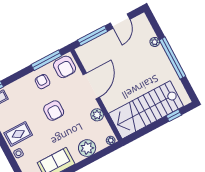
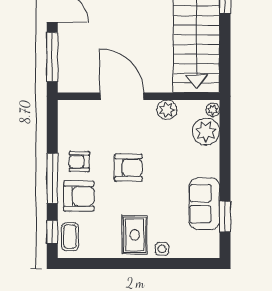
window: (46, 60) -> (52, 178), moved
armchair: (65, 67) -> (79, 196), moved
plant: (87, 148) -> (206, 131), moved

